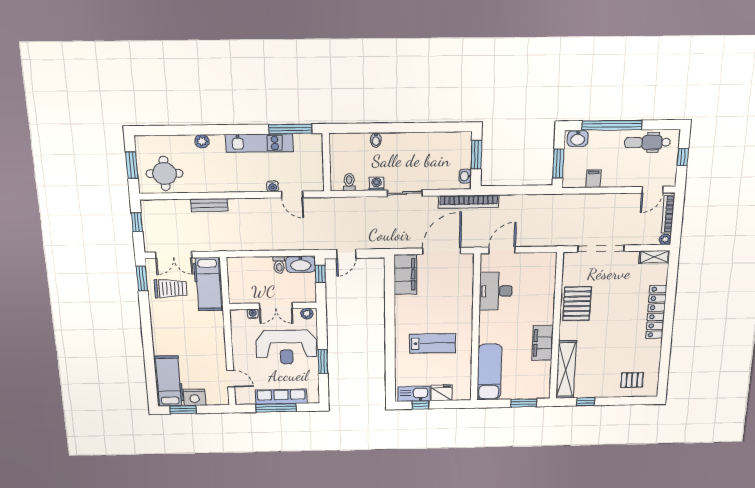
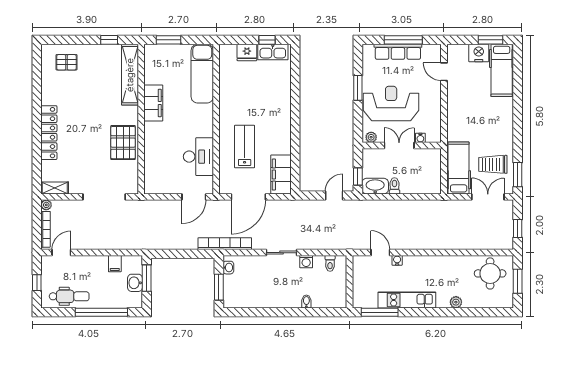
washbasin: (578, 139) -> (135, 283), moved, turned -90
bench: (209, 205) -> (453, 244), removed
lab bench: (432, 343) -> (245, 146), moved, turned 90

